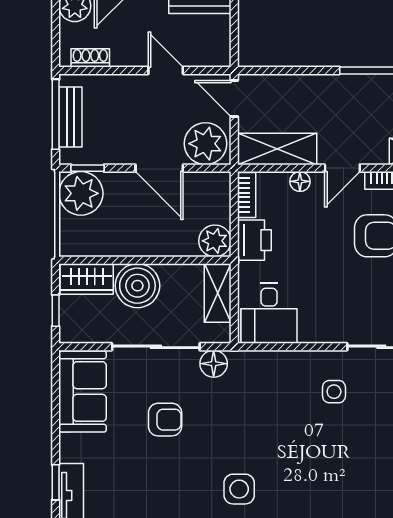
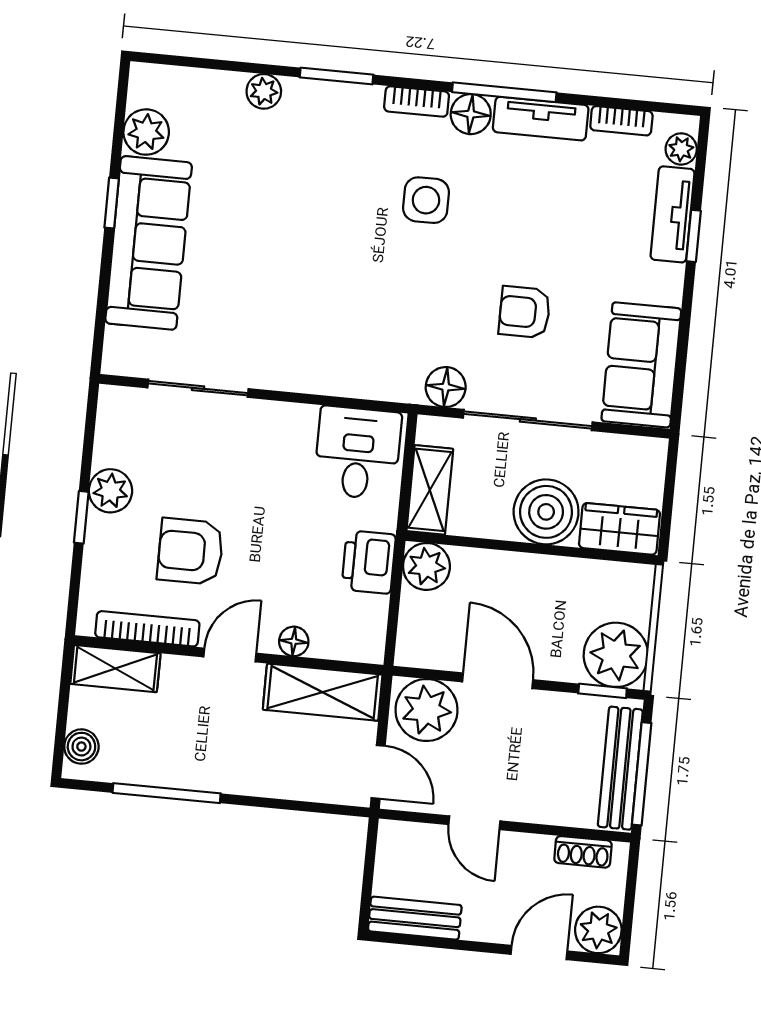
bench: (70, 117) -> (620, 768), width x1.36
bookcase: (247, 195) -> (374, 629), removed
window: (56, 311) -> (669, 487), removed
side table: (334, 392) -> (274, 329), removed

